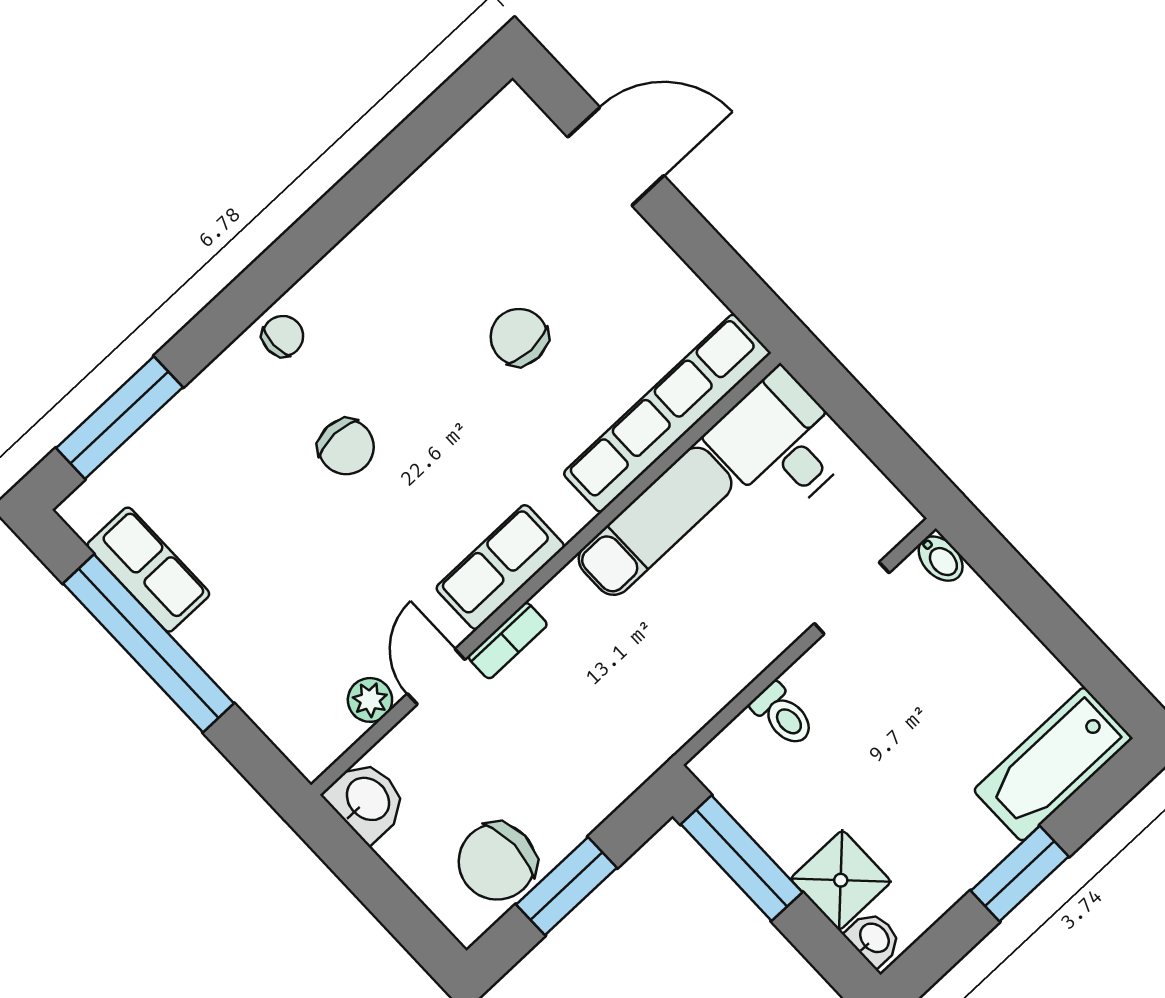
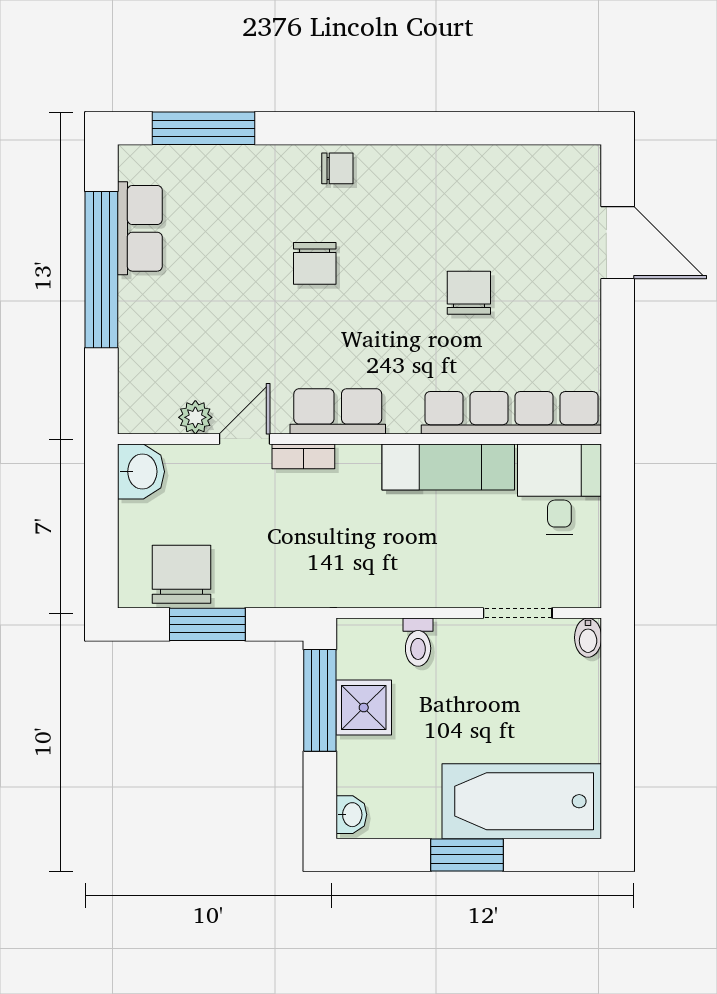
bathtub: (1053, 764) -> (522, 801), width x1.36, depth x1.36
chair: (497, 862) -> (182, 574), turned 90
shower: (841, 880) -> (364, 708), moved

